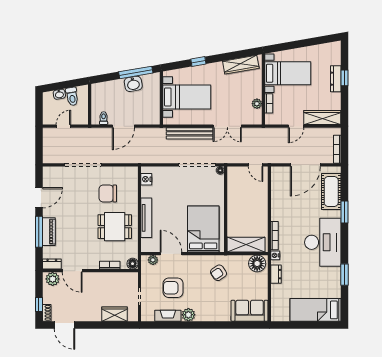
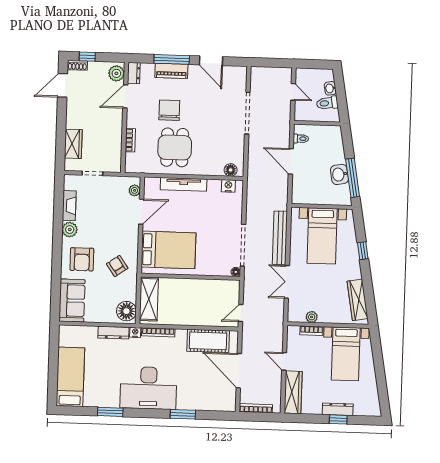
cot: (331, 192) -> (208, 341), moved
chair: (108, 193) -> (169, 110), moved
floor lamp: (133, 264) -> (231, 170), moved
dresser: (276, 274) -> (113, 333), width x1.44
armchair: (173, 288) -> (82, 259), moved, turned 180

